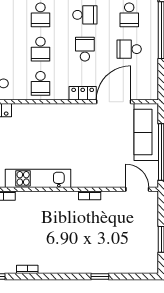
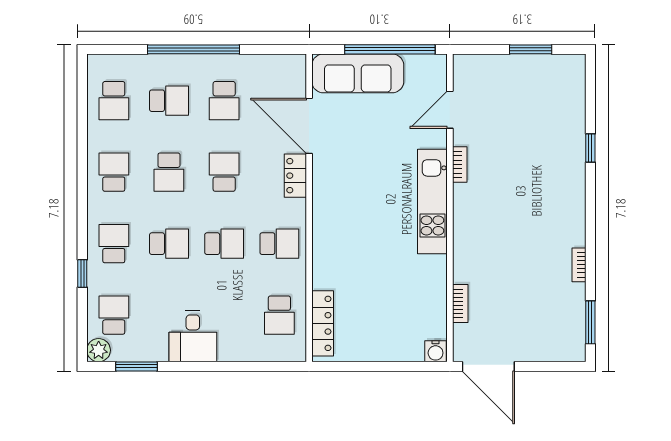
school desk: (85, 15) -> (169, 172), turned 180
school desk: (85, 49) -> (224, 172), turned 90
kitchen unit: (38, 178) -> (432, 201), moved
door: (137, 189) -> (450, 110), moved

